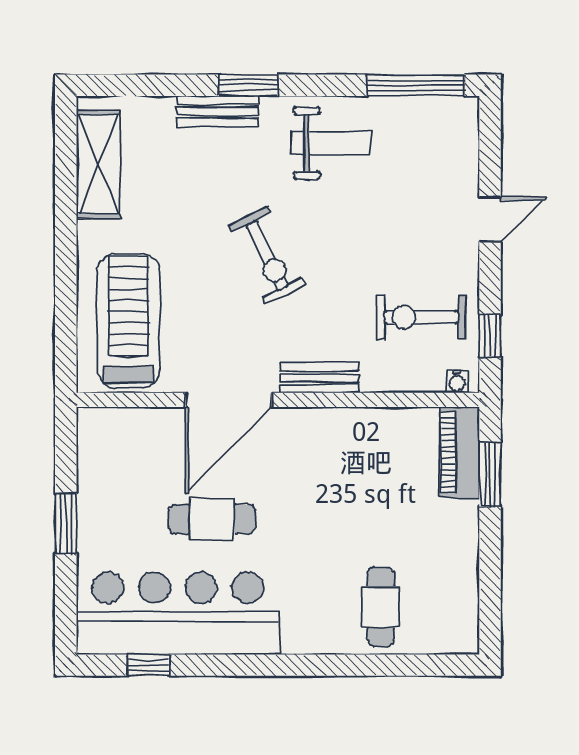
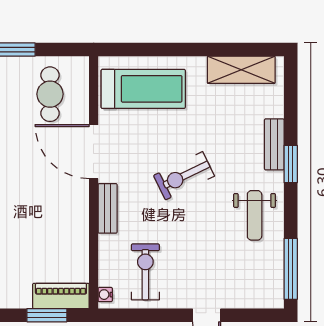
window: (490, 336) -> (134, 315), removed
cafe table: (212, 519) -> (50, 94), moved

